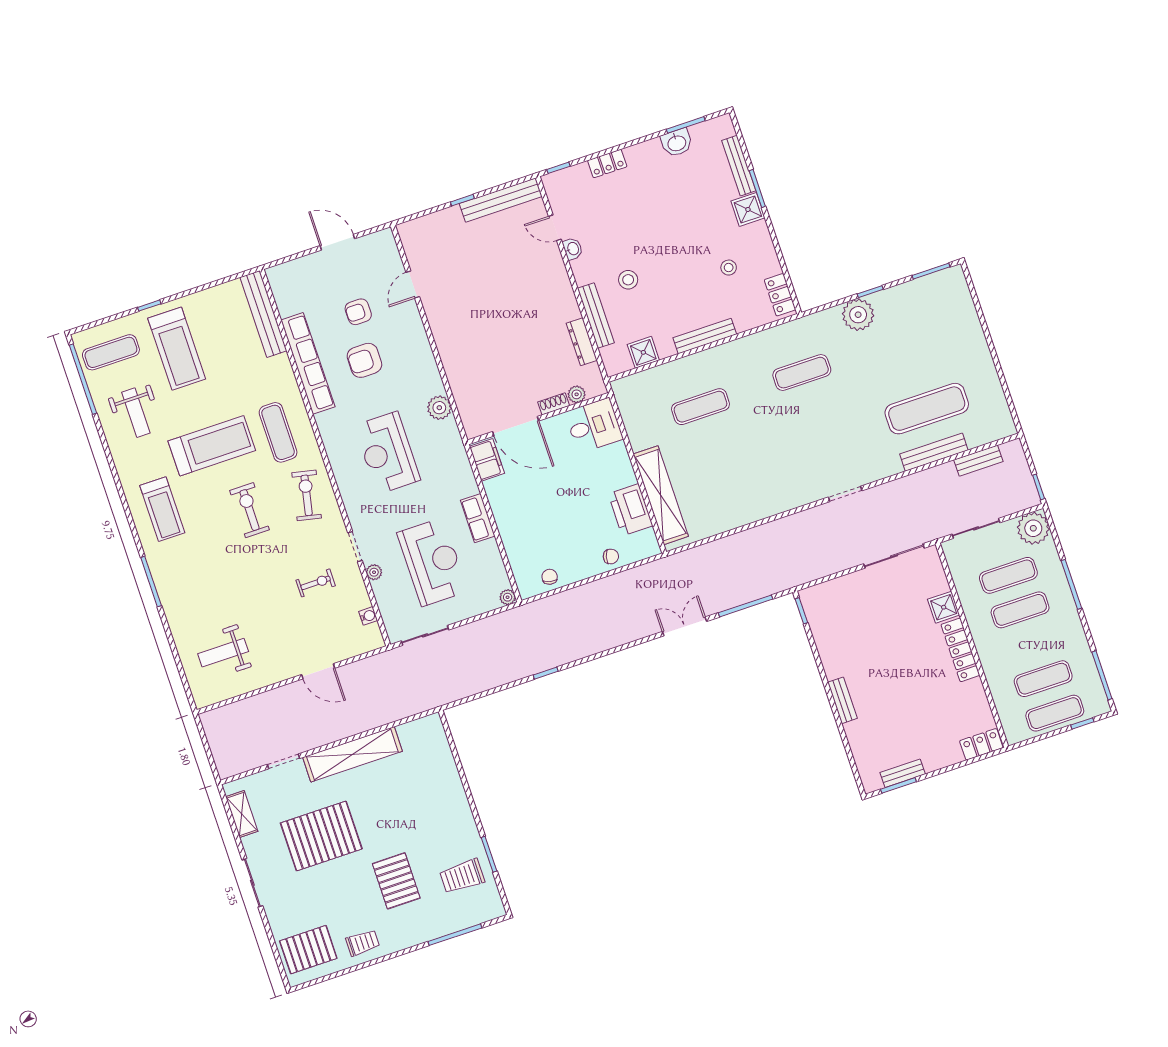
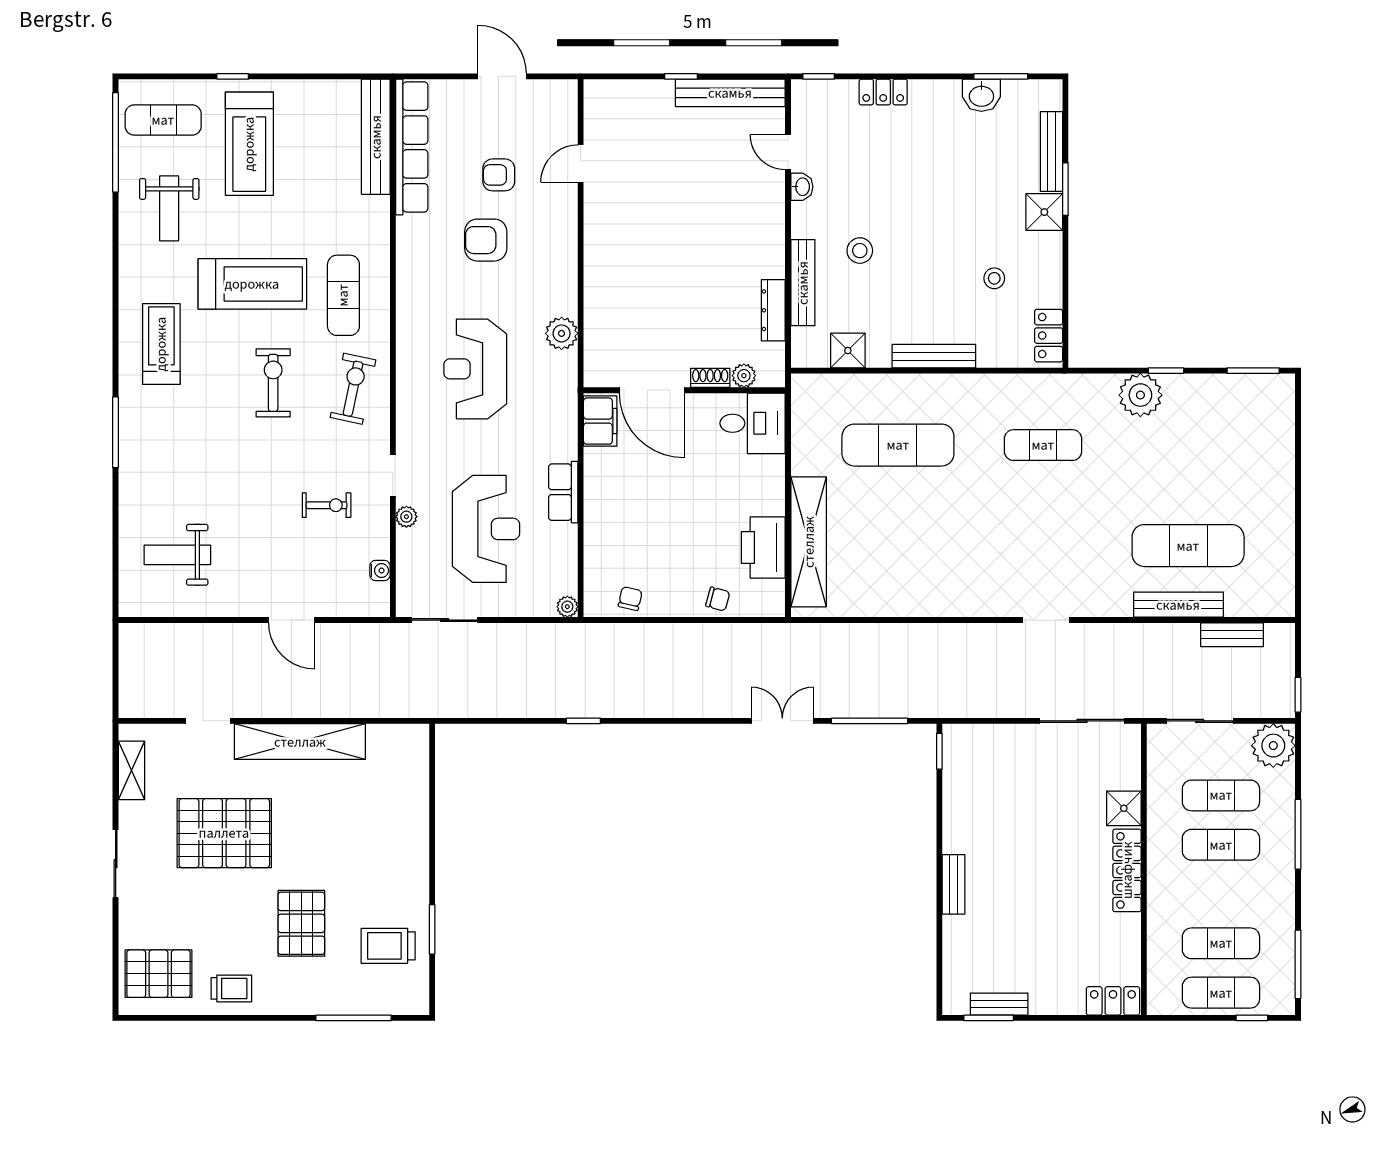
row of seats: (308, 363) -> (412, 147), moved
exercise mat: (700, 407) -> (898, 445), width x1.36, depth x1.45
treadmill: (162, 509) -> (161, 344), turned 180

